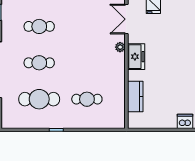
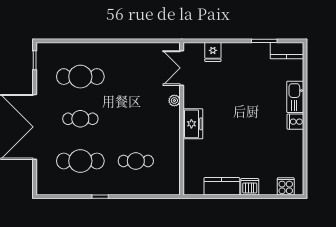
cafe table: (39, 26) -> (80, 77), width x1.37, depth x1.35
freezer: (136, 57) -> (193, 124), moved
kitchen counter: (135, 97) -> (222, 186), moved, turned -90

